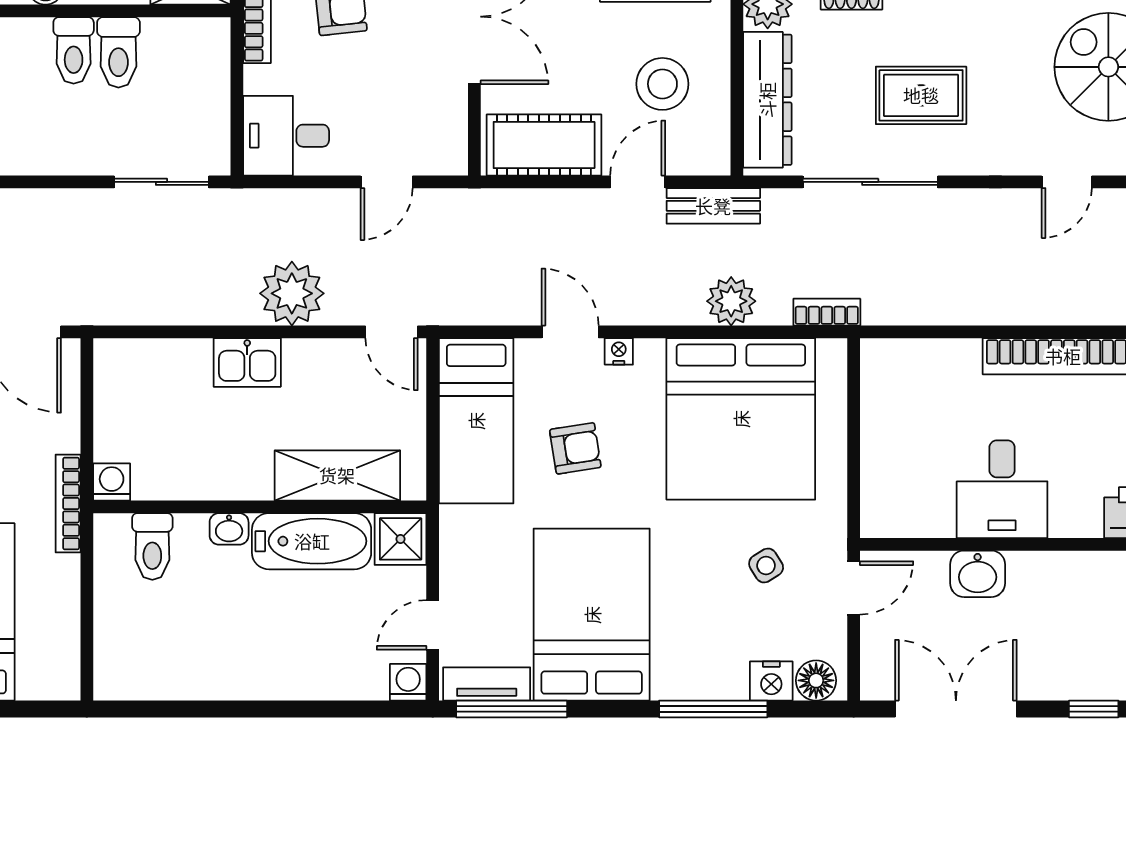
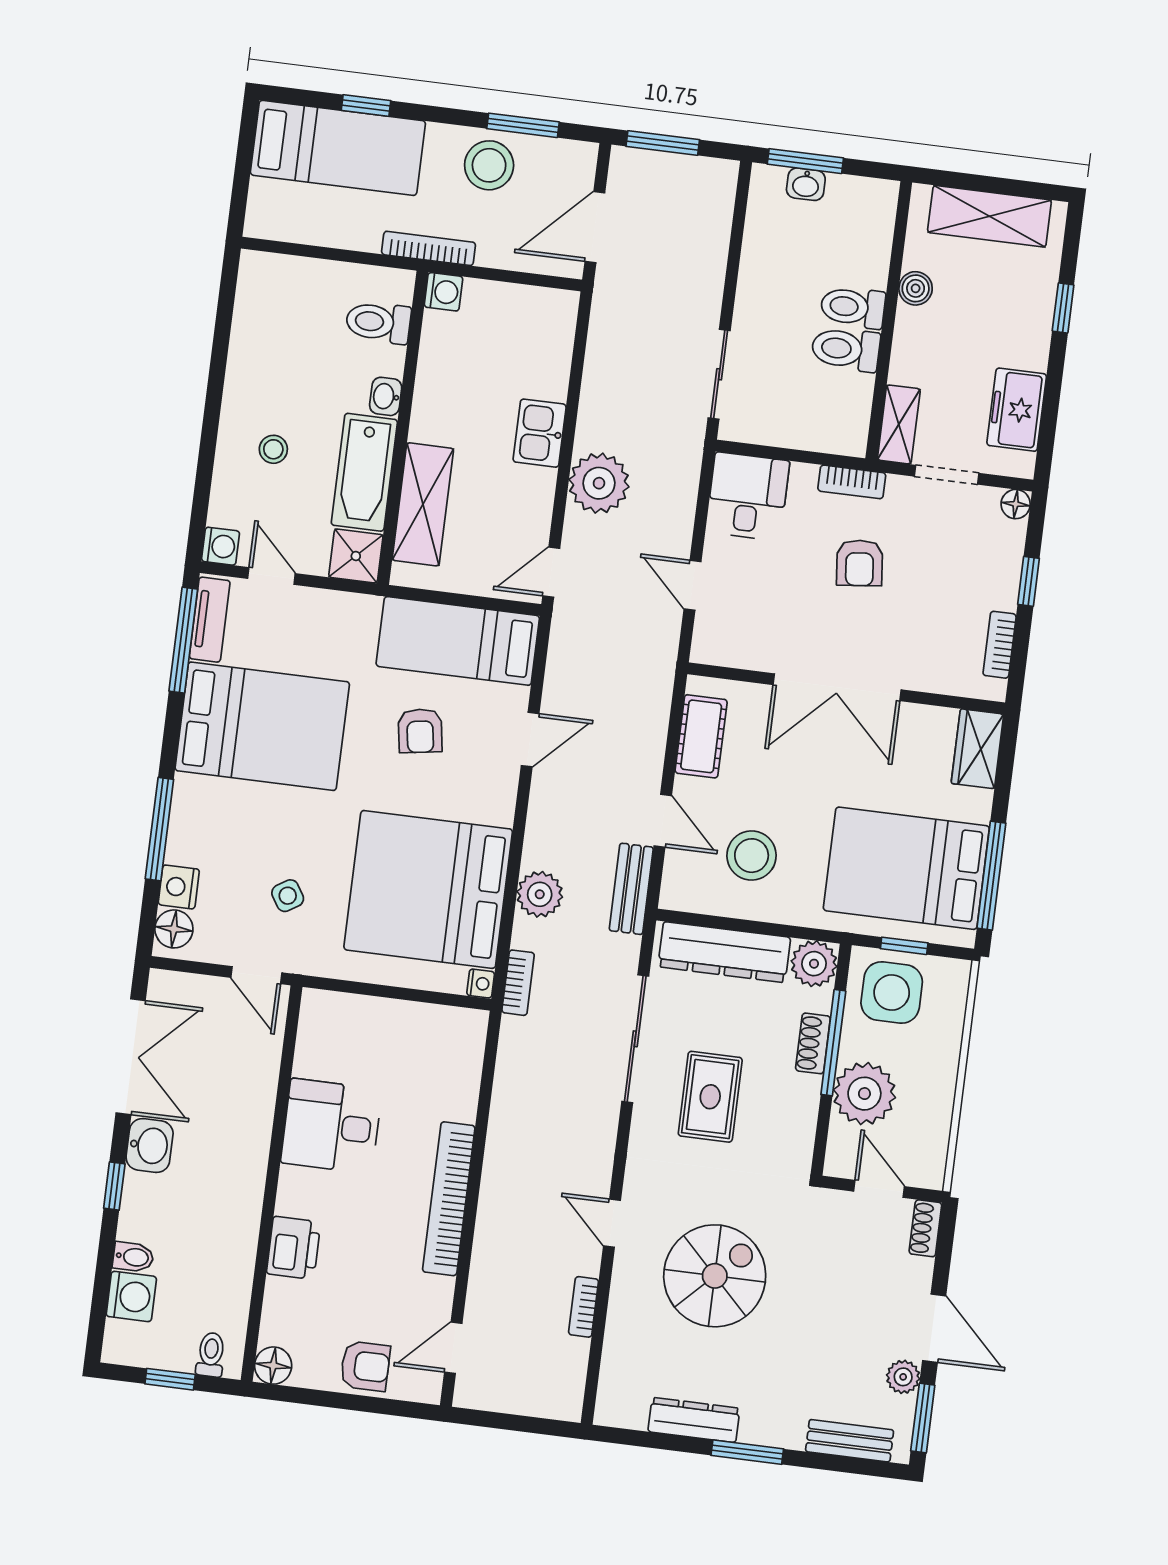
cot: (544, 145) -> (701, 736), width x0.73, depth x0.75
nightstand: (619, 351) -> (481, 984), moved
washbasin: (978, 574) -> (150, 1145), moved, turned 180
stool: (299, 640) -> (273, 449), added

